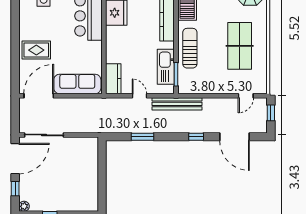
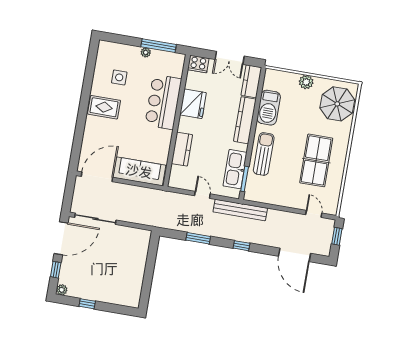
rug: (36, 50) -> (104, 107), moved
kitchen counter: (113, 79) -> (182, 149), moved
door: (246, 96) -> (314, 214), swing flipped
window: (196, 137) -> (241, 246), moved

